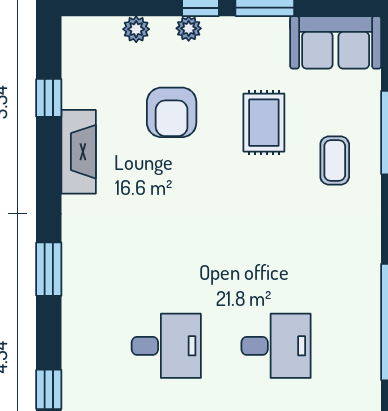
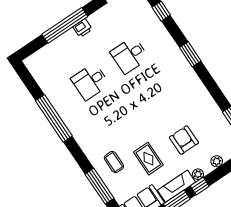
fireplace: (79, 152) -> (176, 186), moved, turned 90

